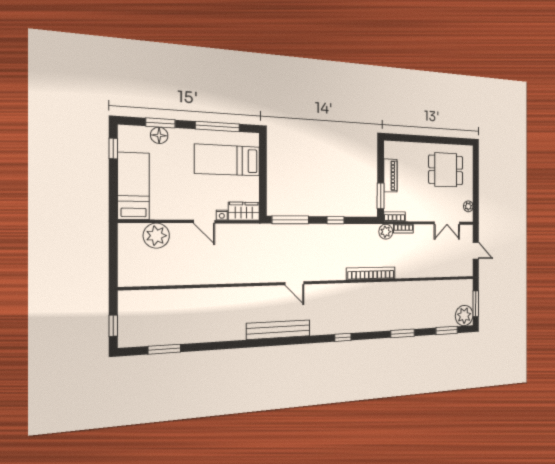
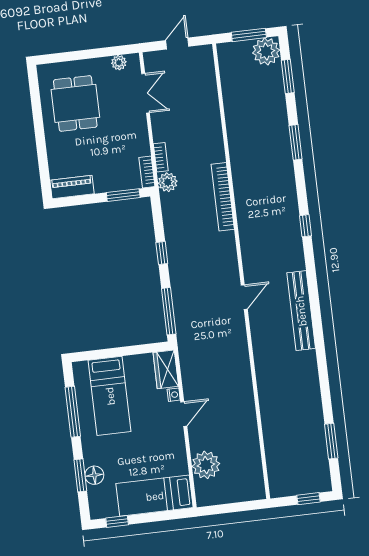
piano: (390, 176) -> (72, 187), moved

